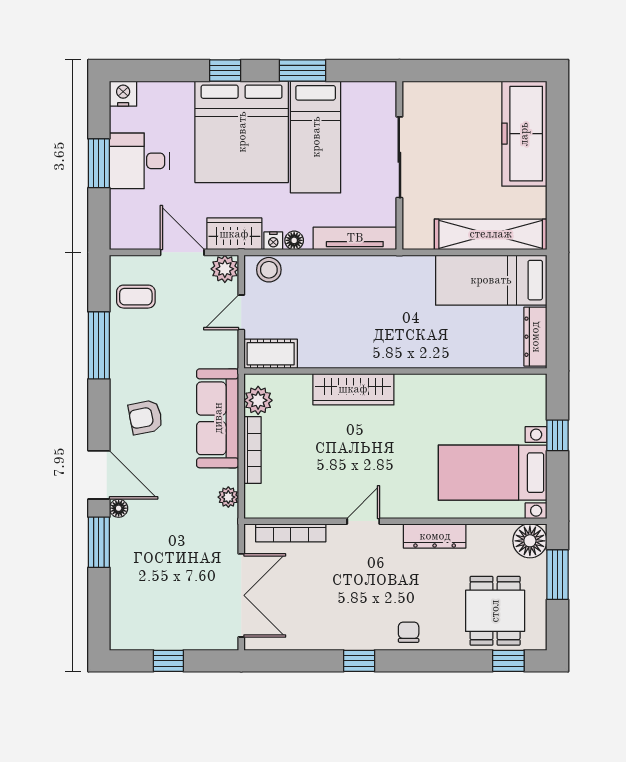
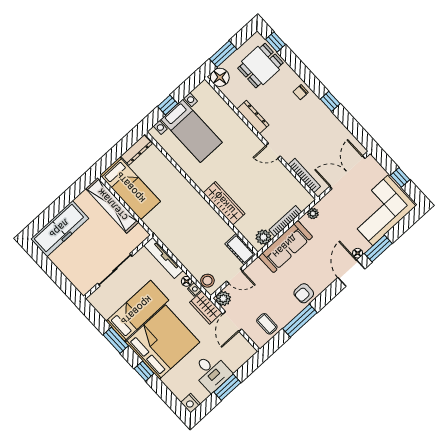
armchair: (145, 417) -> (304, 293), moved, turned 101
bed with nightstands: (493, 473) -> (191, 131), moved
corner sofa: (148, 592) -> (380, 210), added

